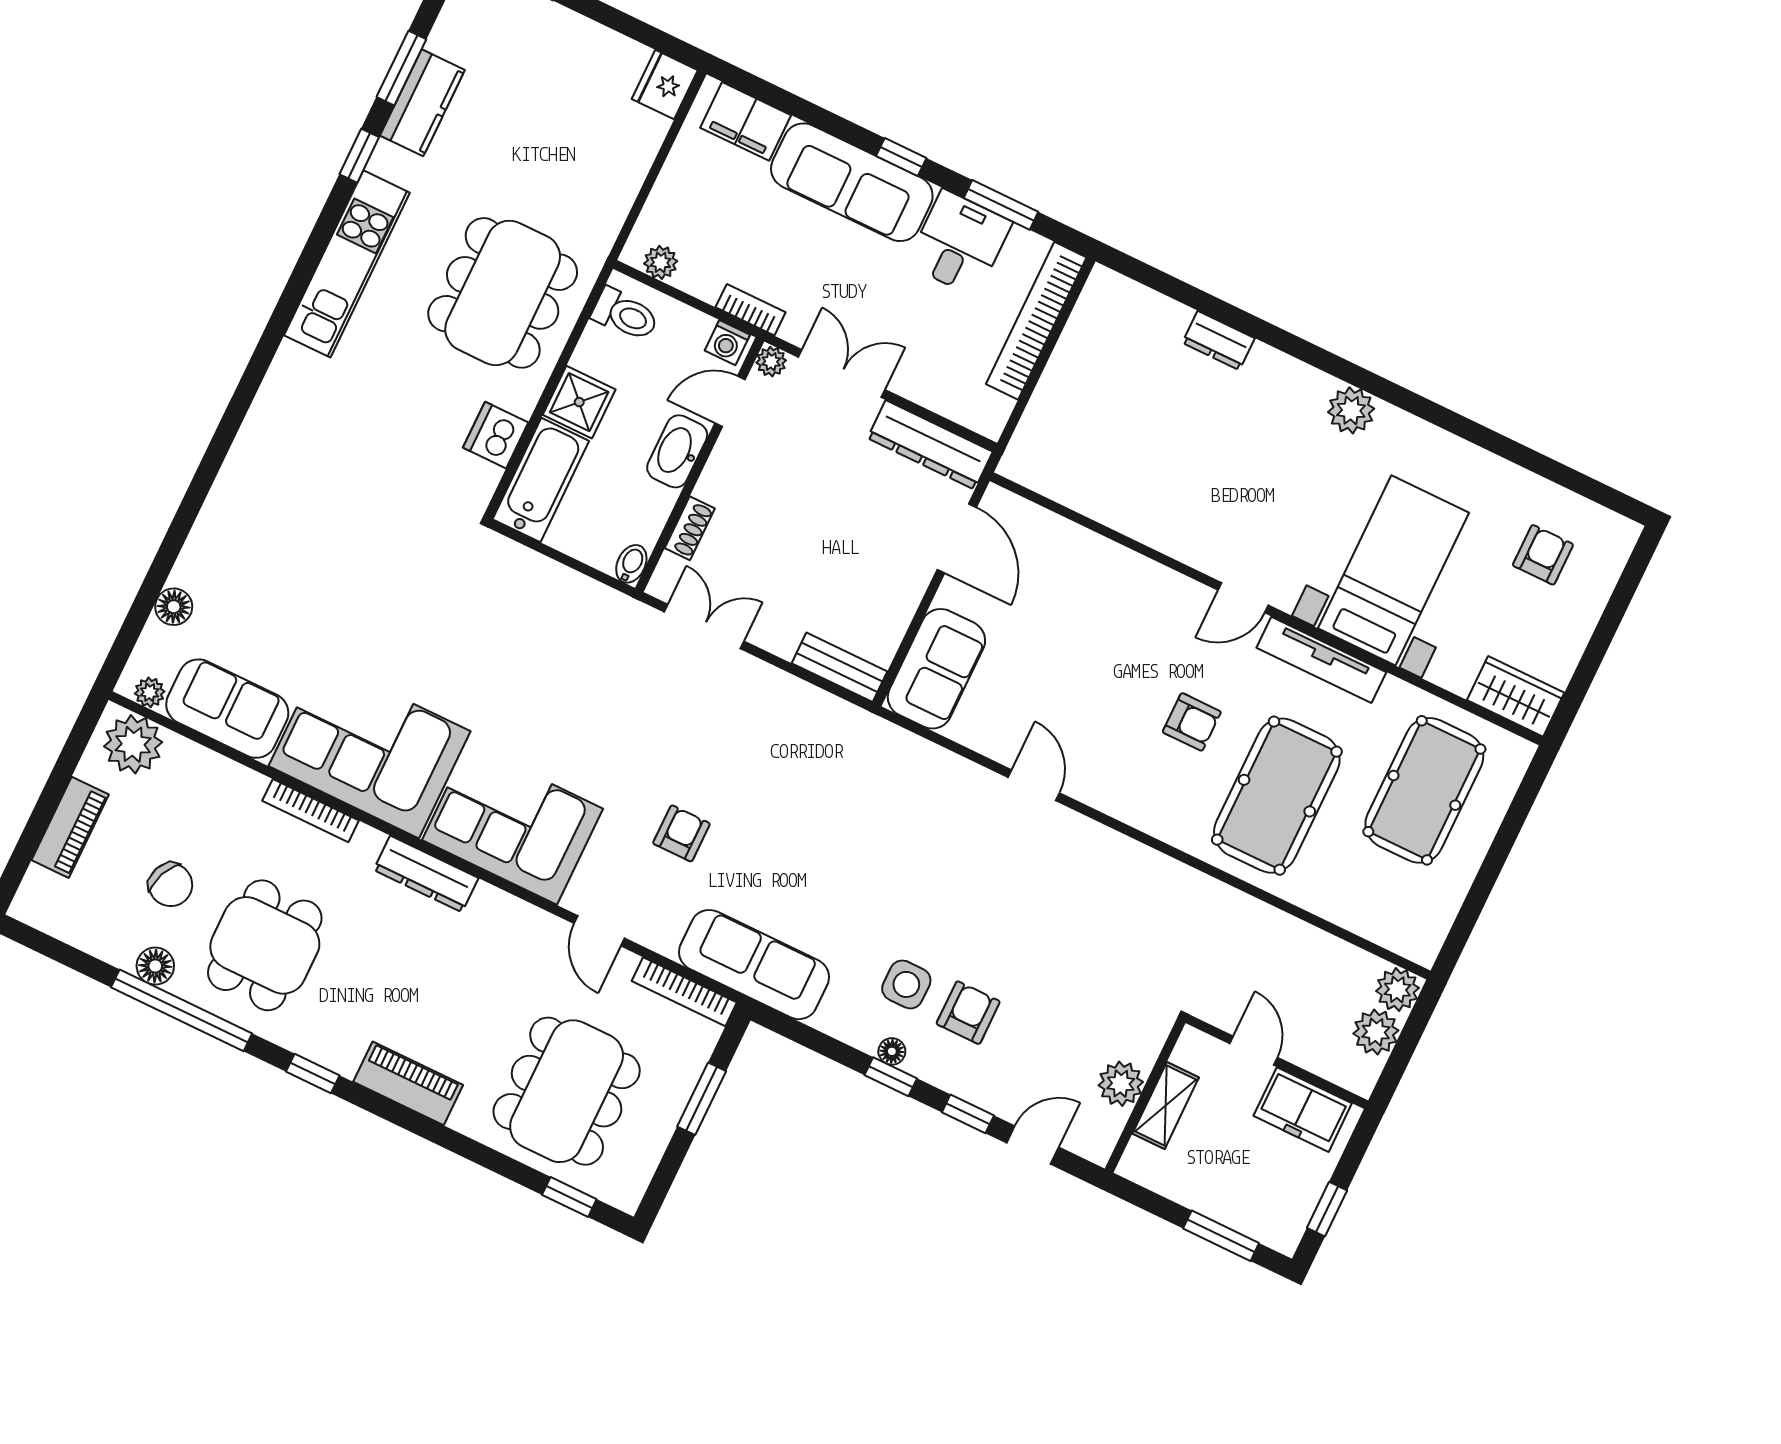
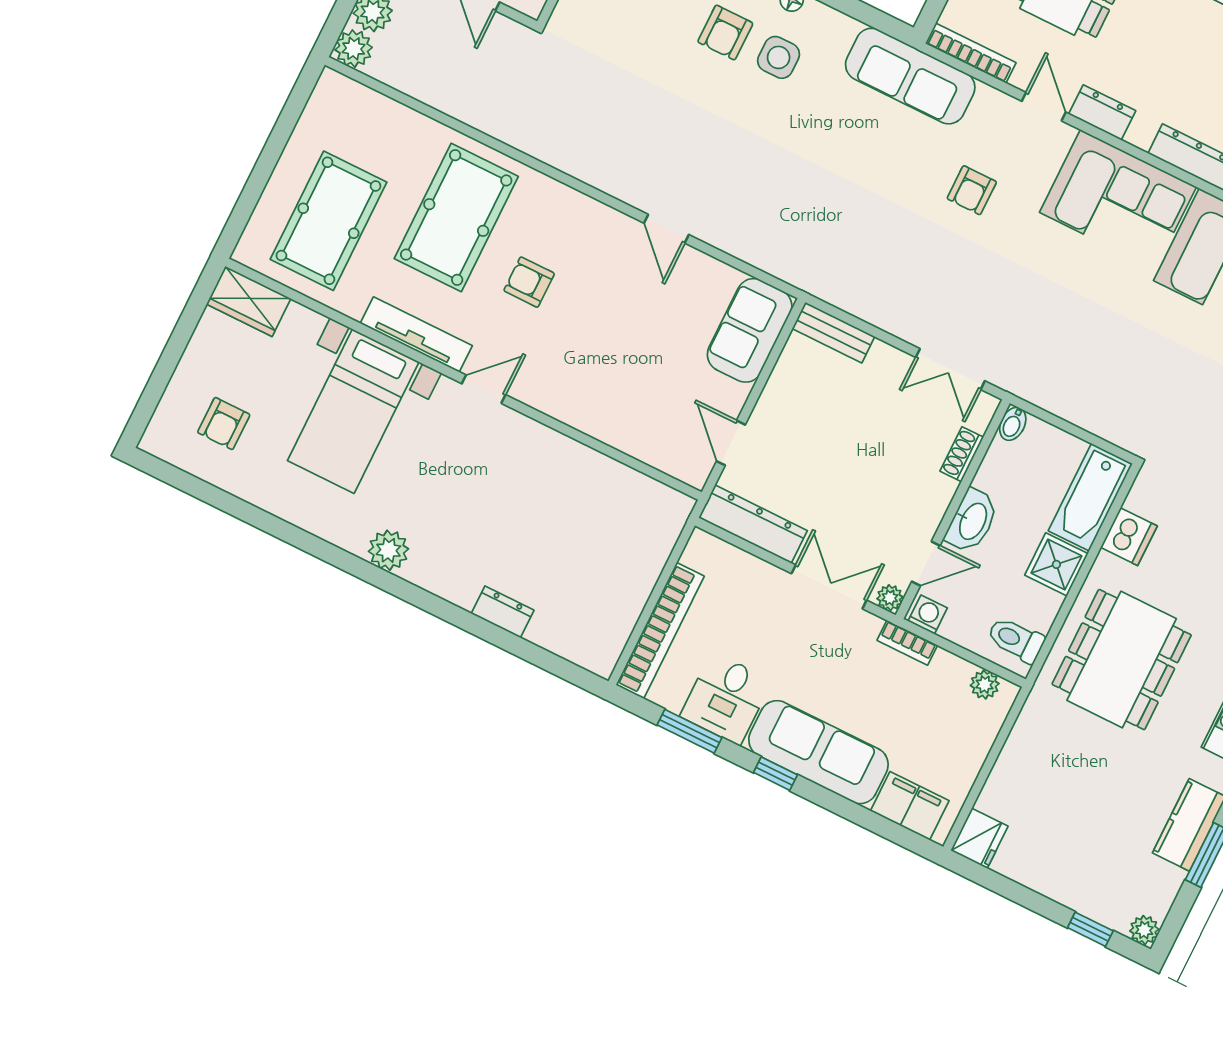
double door: (842, 373) -> (829, 587), swing flipped
door: (957, 538) -> (731, 443), width x0.73
dresser: (532, 925) -> (1102, 112), added

